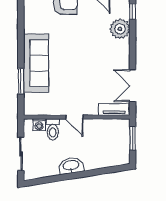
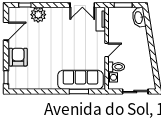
sofa: (36, 63) -> (80, 80), moved
washbasin: (71, 166) -> (139, 18), moved

